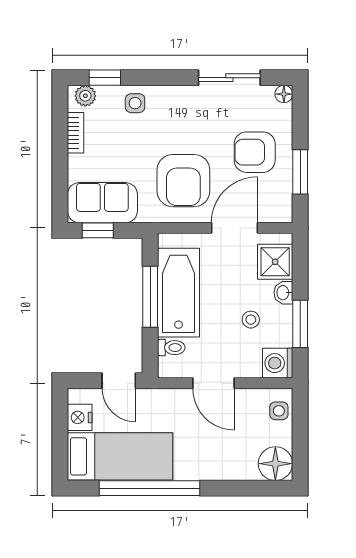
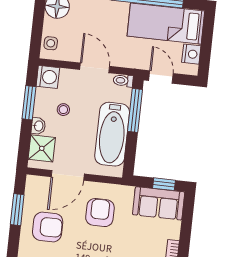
armchair: (183, 181) -> (100, 213), width x0.73, depth x0.73
window: (150, 297) -> (135, 110), moved
toilet: (171, 348) -> (123, 81), moved

